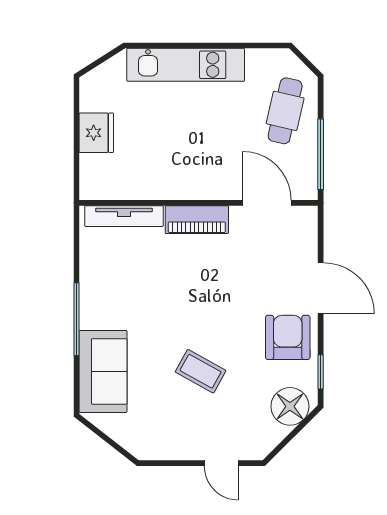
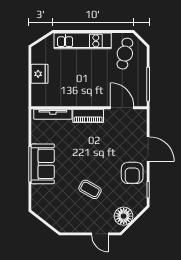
cafe table: (285, 111) -> (125, 54), moved
armchair: (288, 337) -> (132, 173), turned 180
sofa: (103, 371) -> (43, 164), moved
floor lamp: (290, 406) -> (124, 216), moved

